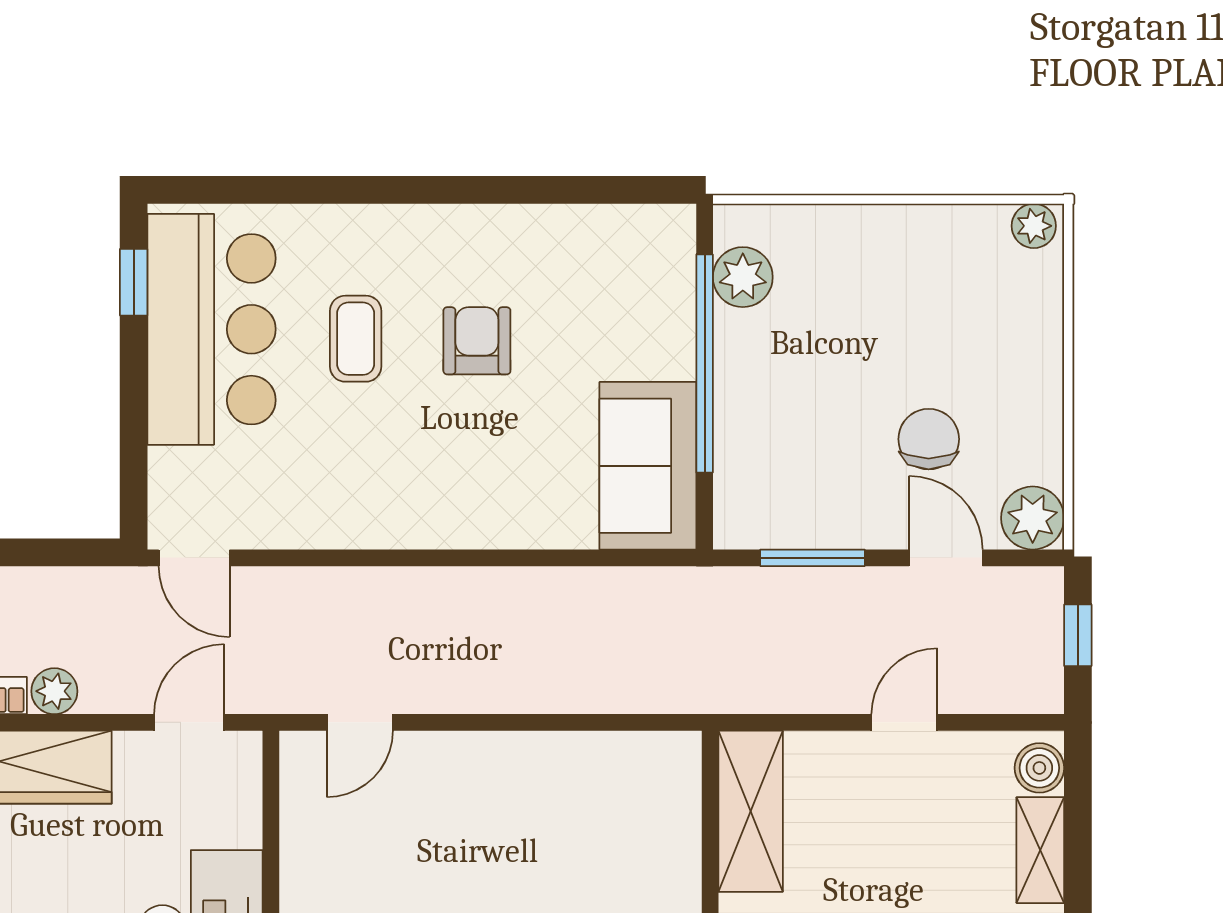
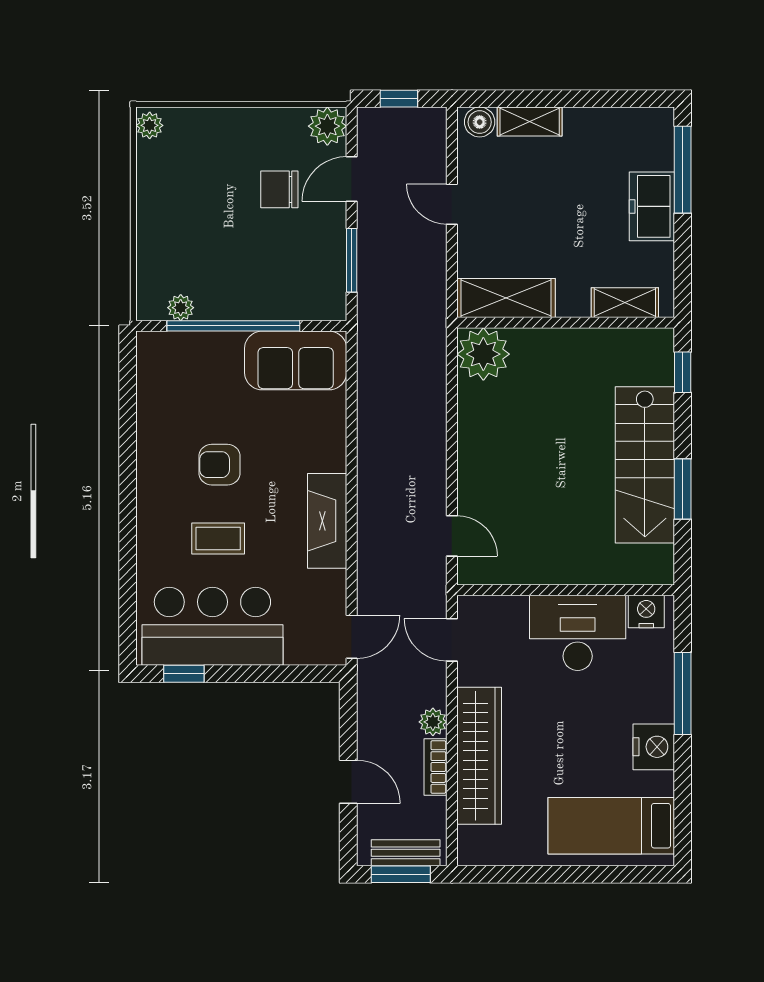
plant: (743, 277) -> (181, 308), width x0.73, depth x0.73
fireplace: (385, 517) -> (327, 521), added
plant: (658, 774) -> (483, 354), added

